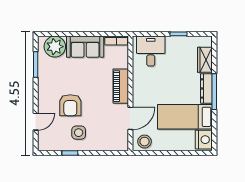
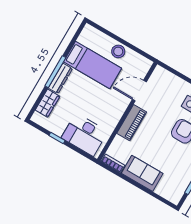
plant: (55, 47) -> (168, 188), removed
desk: (151, 51) -> (85, 135), width x1.37
nightstand: (204, 140) -> (88, 36), removed
stool: (145, 142) -> (118, 51), moved

